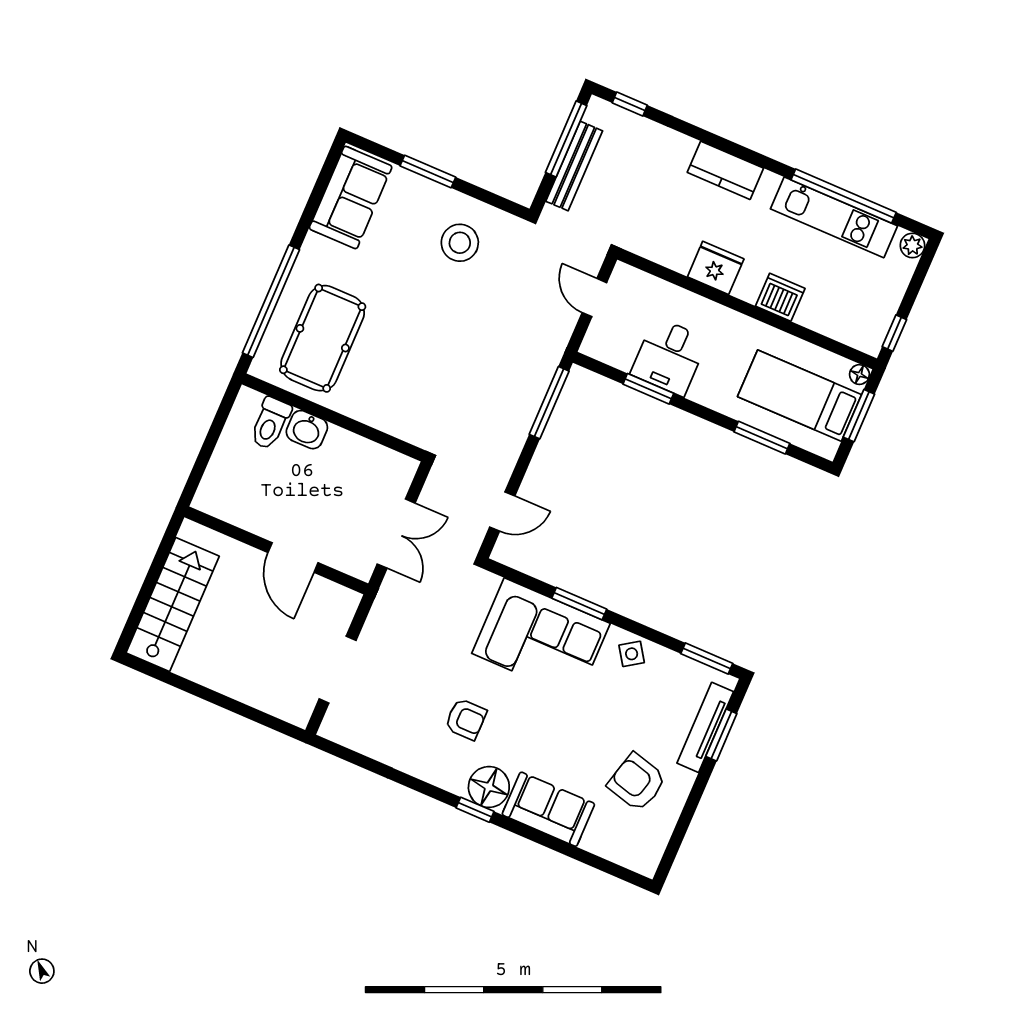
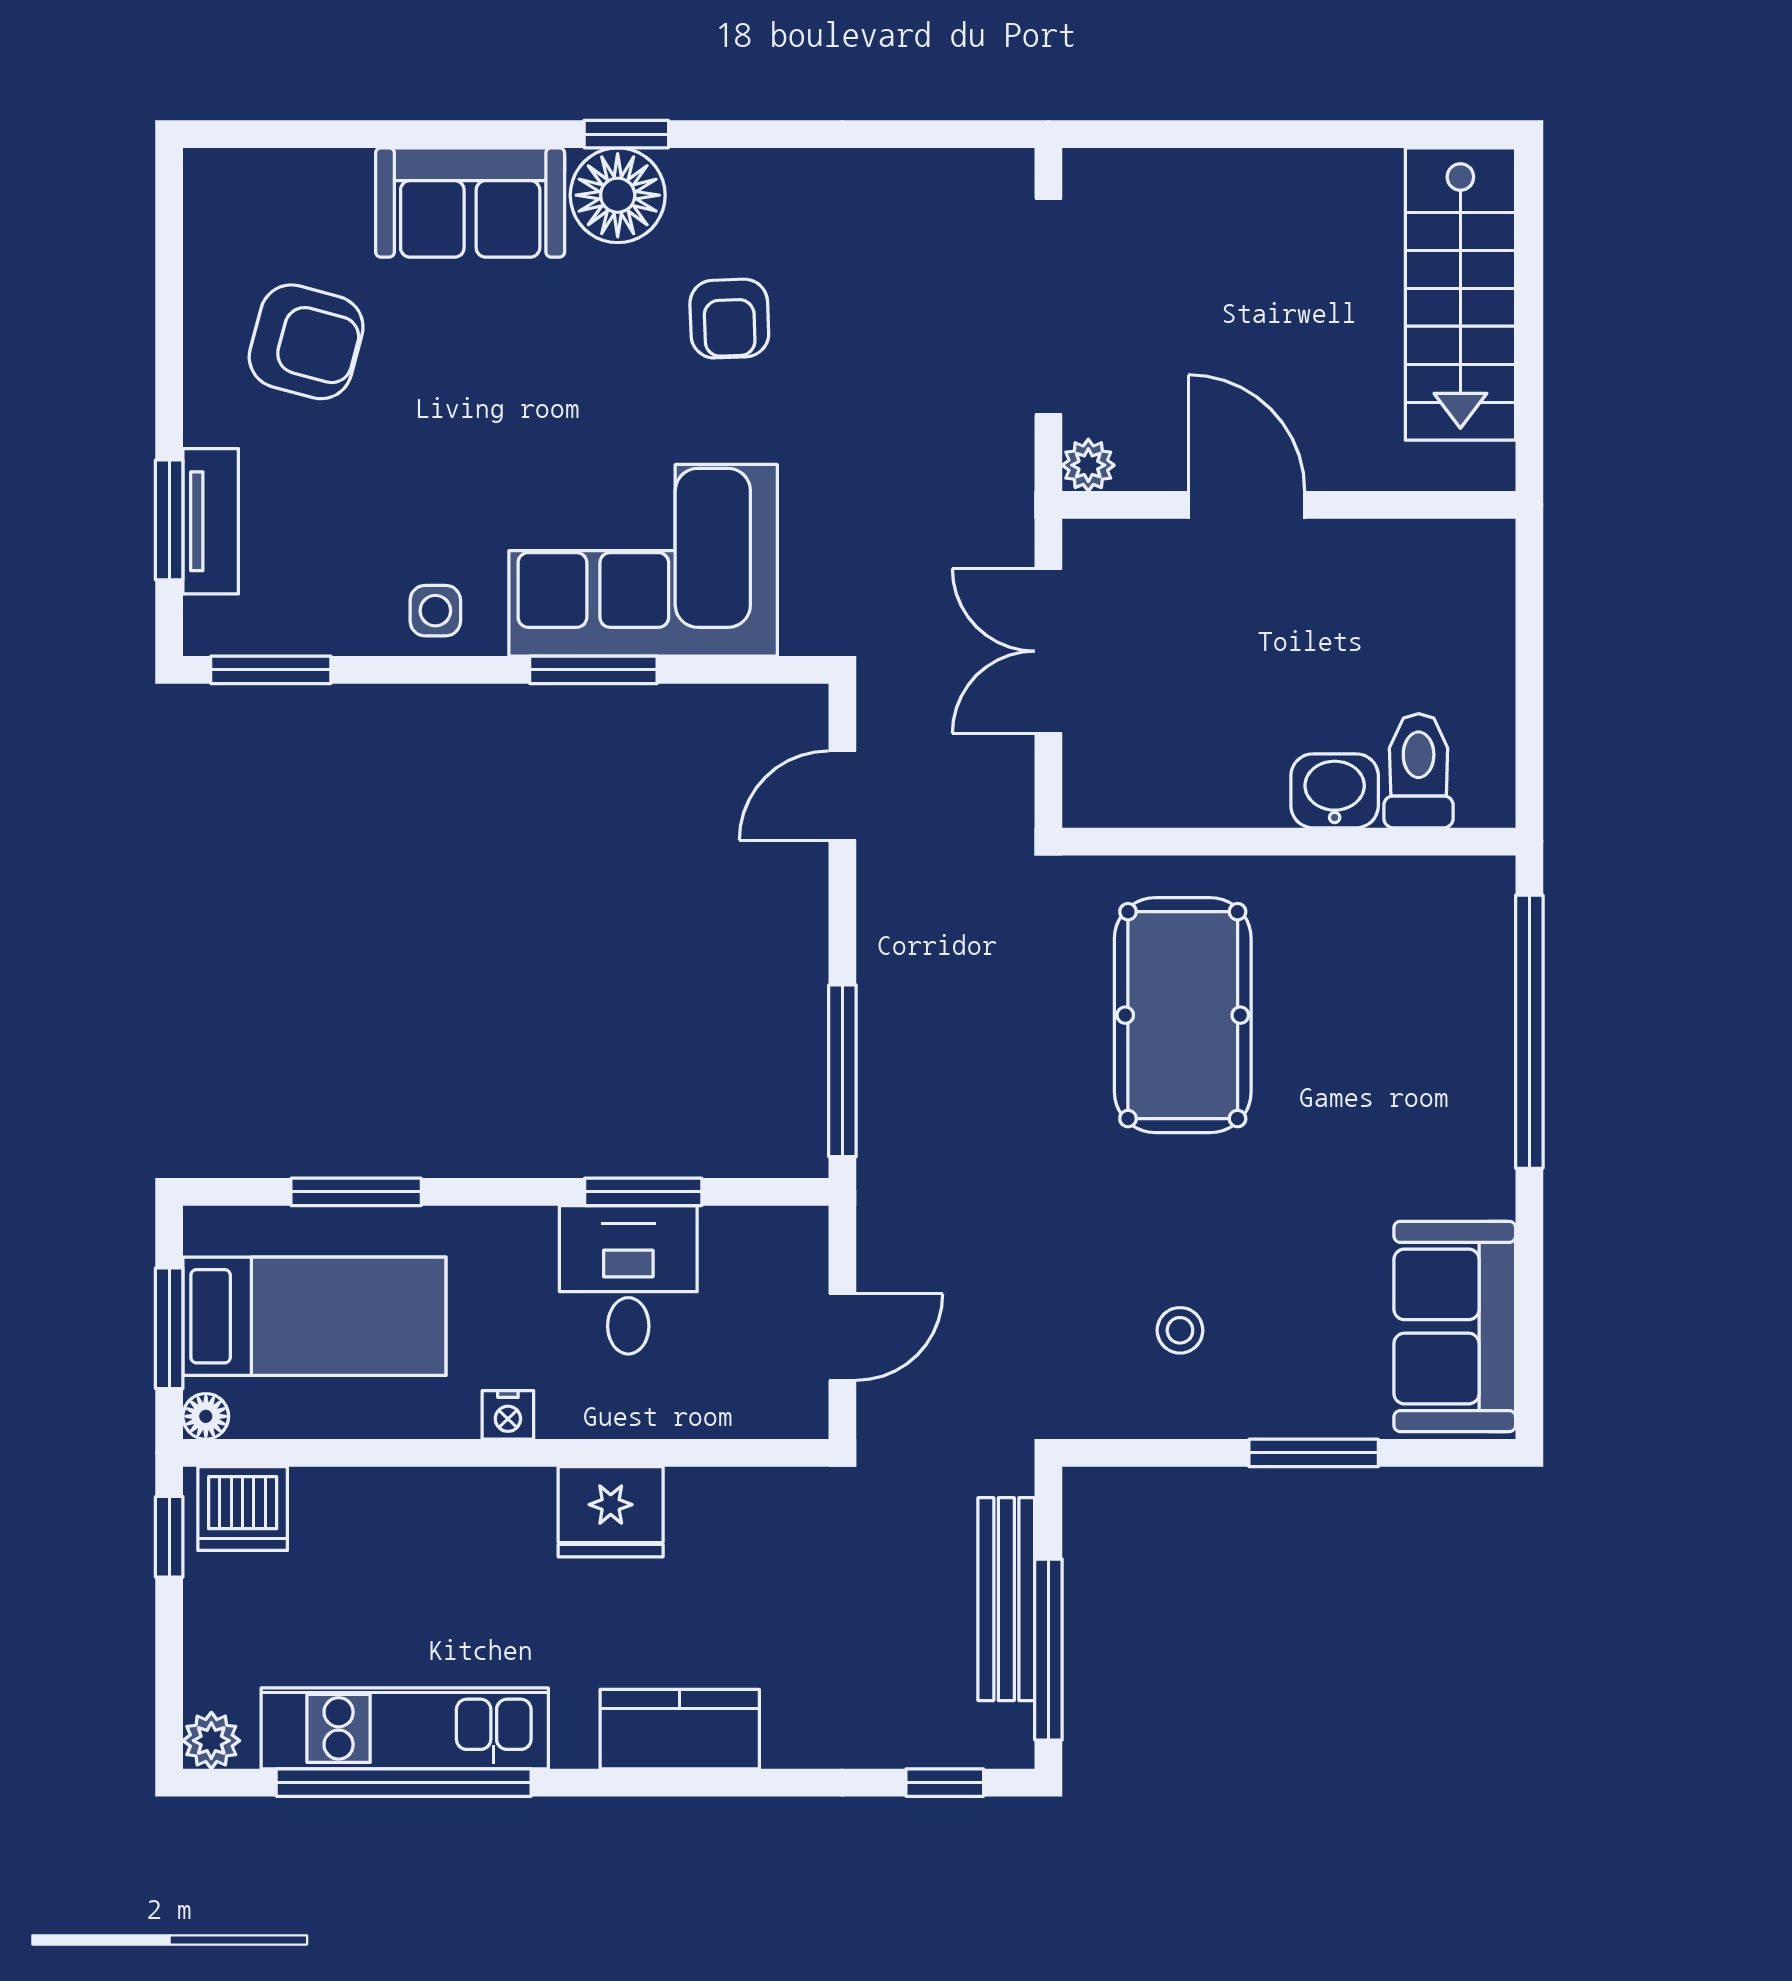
stool: (460, 243) -> (1180, 1330), width x0.53, depth x0.53
dishwasher: (780, 297) -> (243, 1509), moved
door: (594, 298) -> (842, 1337), hinge flipped
nightstand: (740, 324) -> (508, 1415), added
pool table: (323, 338) -> (1183, 1015), moved
plant: (349, 600) -> (1088, 465), added
side table: (632, 654) -> (435, 611), turned 34
doorway: (338, 670) -> (1048, 306), width x1.36
armchair: (466, 719) -> (729, 319), turned -92
tv unit: (705, 727) -> (211, 521), width x0.71

